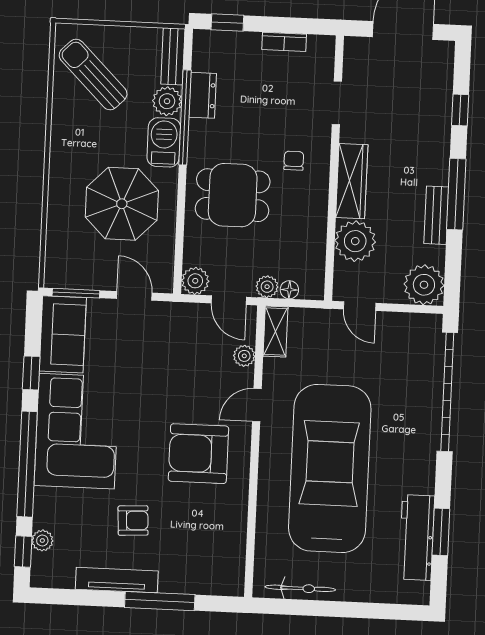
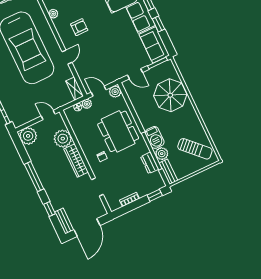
dining table: (233, 195) -> (118, 131), width x1.38
parasol: (122, 204) -> (170, 95), moved
bench: (436, 215) -> (64, 221), moved
plant: (244, 356) -> (53, 14), moved
armchair: (198, 454) -> (79, 27), width x0.53, depth x0.53

